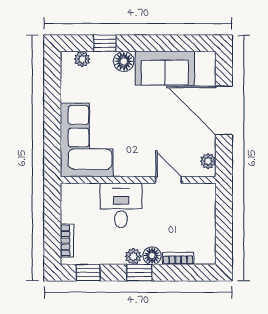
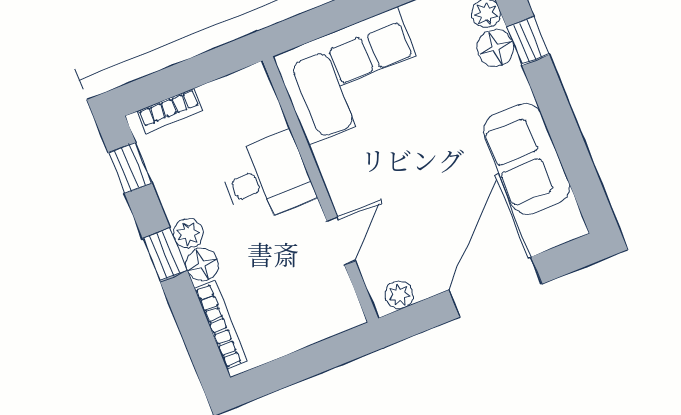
floor lamp: (124, 61) -> (495, 48), moved
bookcase: (178, 258) -> (221, 325), width x1.56

